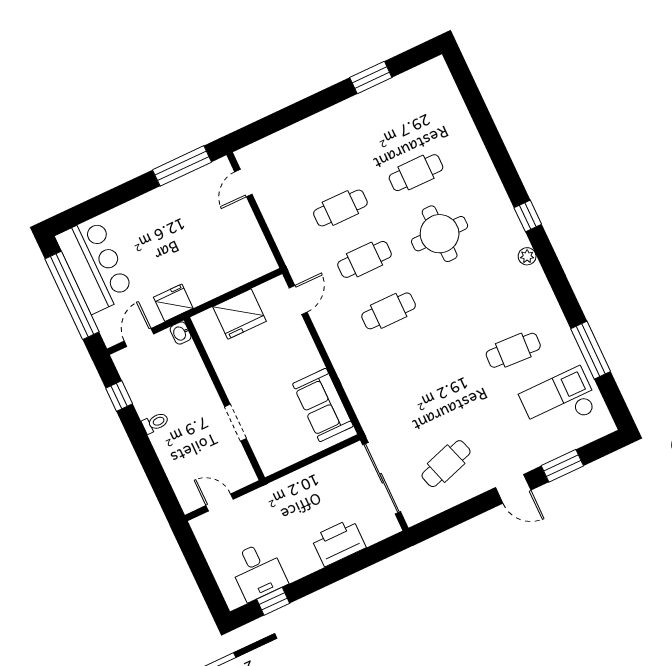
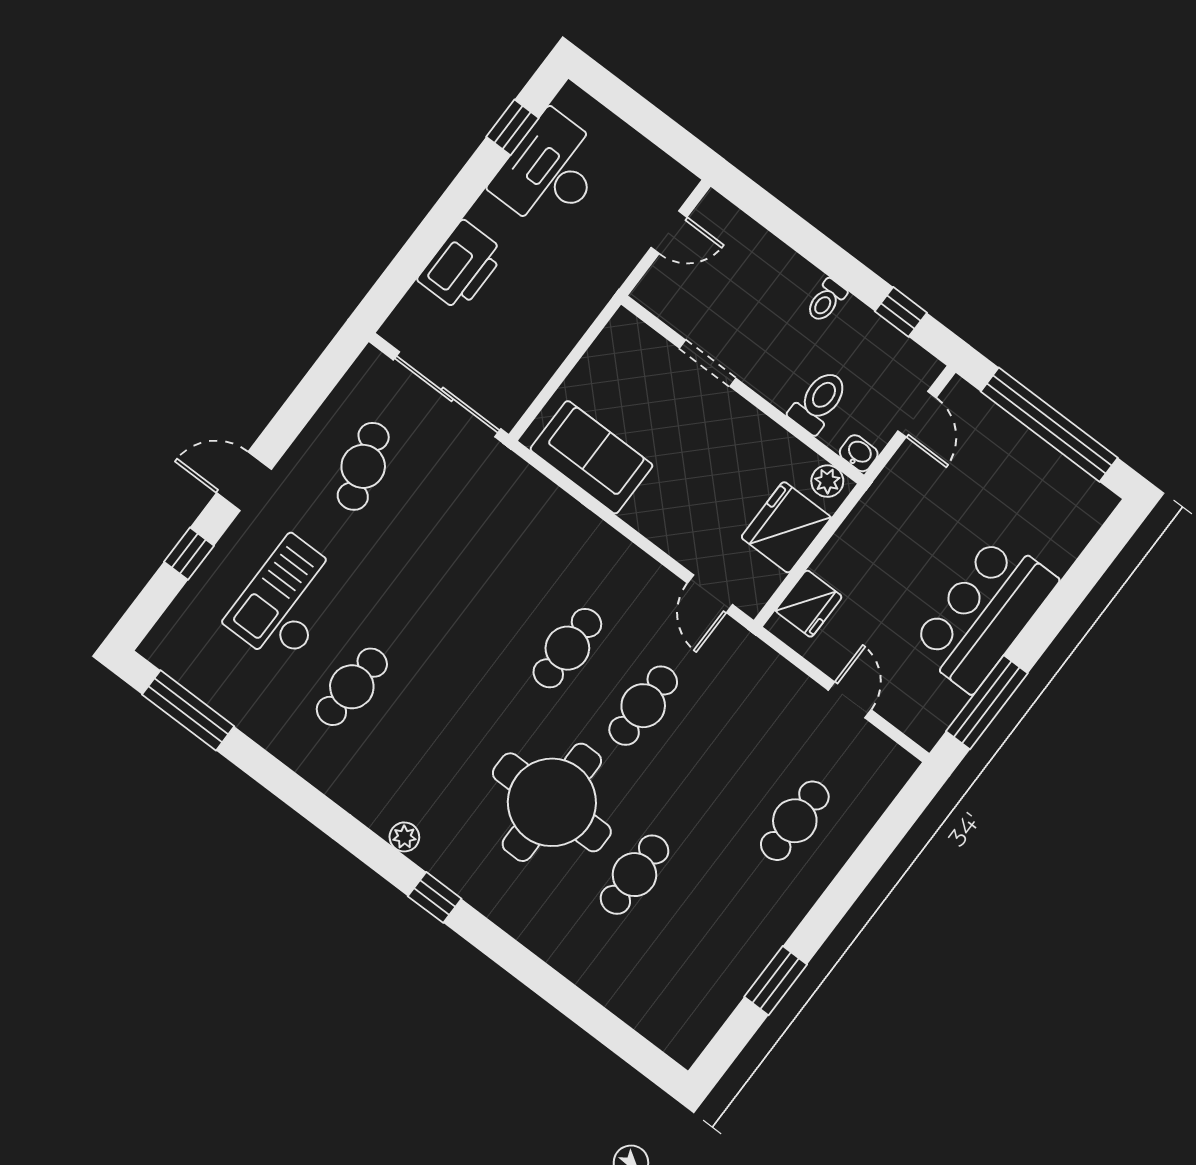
door: (243, 183) -> (850, 700), moved
cafe table: (340, 208) -> (795, 821), moved
round table: (440, 234) -> (552, 802), width x1.36, depth x1.36
bar counter: (95, 265) -> (984, 613), moved, turned 90
fridge: (173, 303) -> (809, 604), moved
plant: (205, 327) -> (827, 481), added
window: (591, 350) -> (188, 710), moved
toilet: (187, 371) -> (819, 402), added
checkout: (559, 401) -> (287, 601), moved, turned 180
window: (562, 466) -> (189, 554), width x0.67
desk: (258, 571) -> (550, 172), width x1.37

